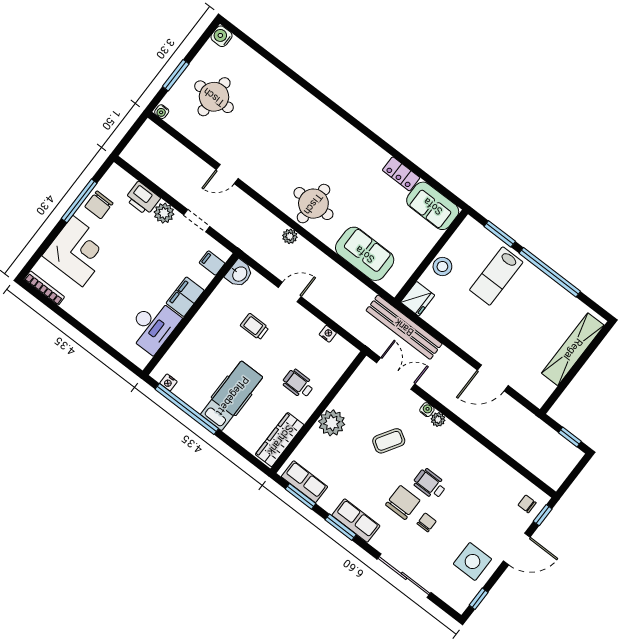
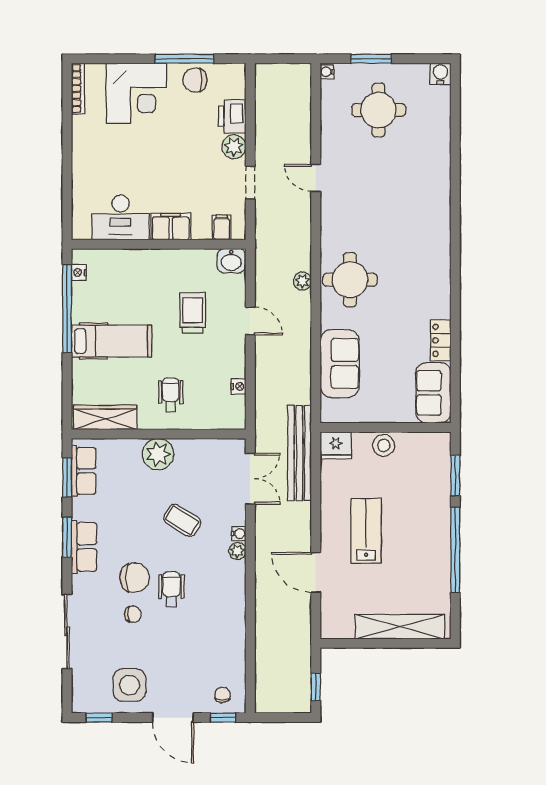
lab bench: (496, 276) -> (366, 531), moved, turned 90
trolley: (255, 327) -> (193, 313), width x1.36, depth x1.39

